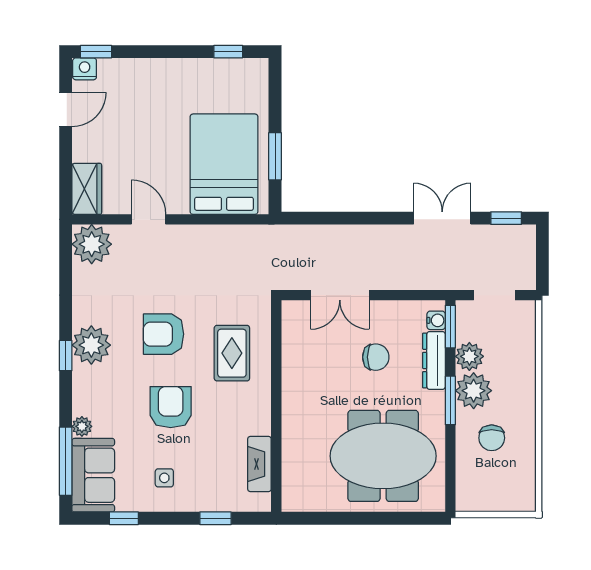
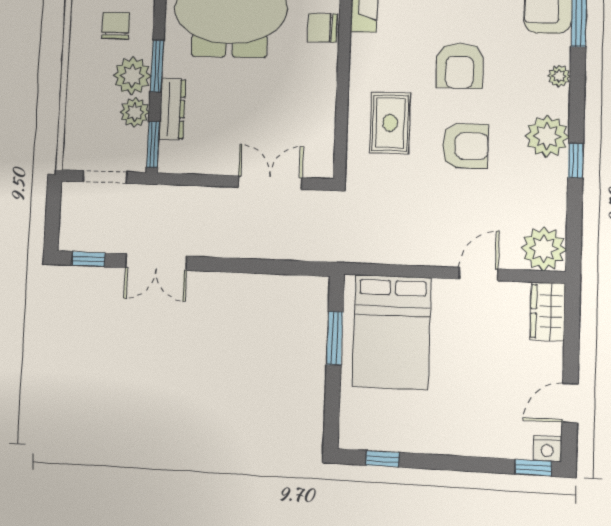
door: (149, 219) -> (478, 274), swing flipped
water cooler: (436, 320) -> (168, 152), removed
window: (66, 356) -> (576, 161), moved
chair: (376, 357) -> (322, 28), moved
plant: (82, 426) -> (559, 76), moved

